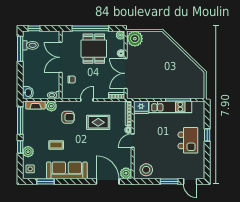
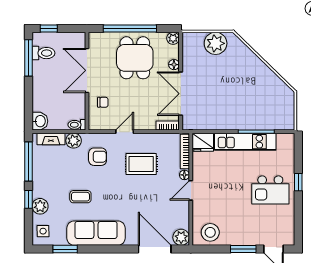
plant: (135, 39) -> (216, 43), moved
kitchen island: (188, 140) -> (270, 190), turned 90

